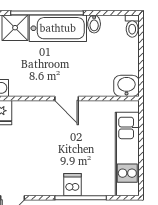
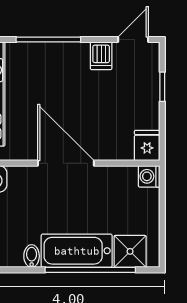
door: (67, 98) -> (66, 163), width x1.88
dishwasher: (72, 185) -> (101, 56), moved

